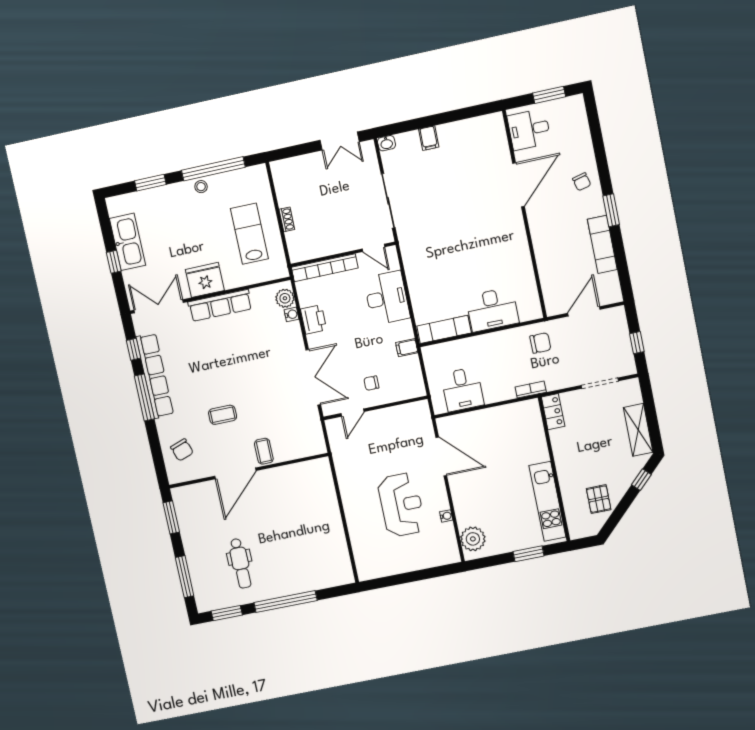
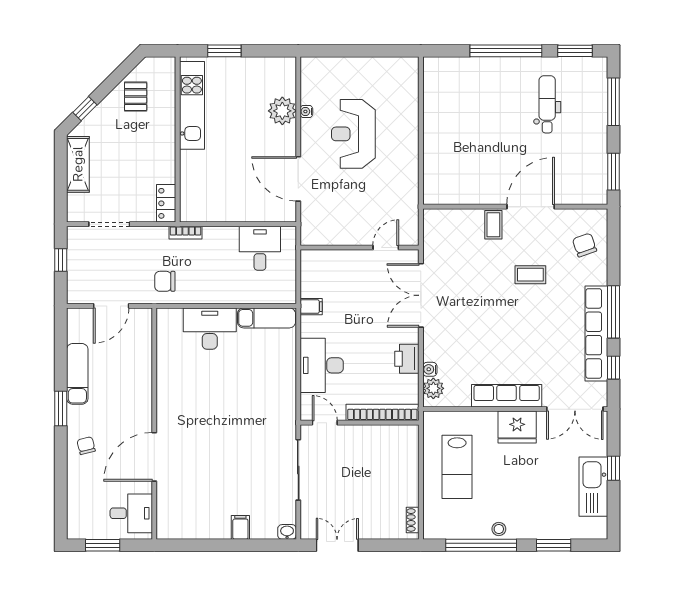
shoe rack: (287, 219) -> (413, 520), moved
chair: (371, 383) -> (358, 276), removed
plant: (473, 539) -> (282, 111), moved

